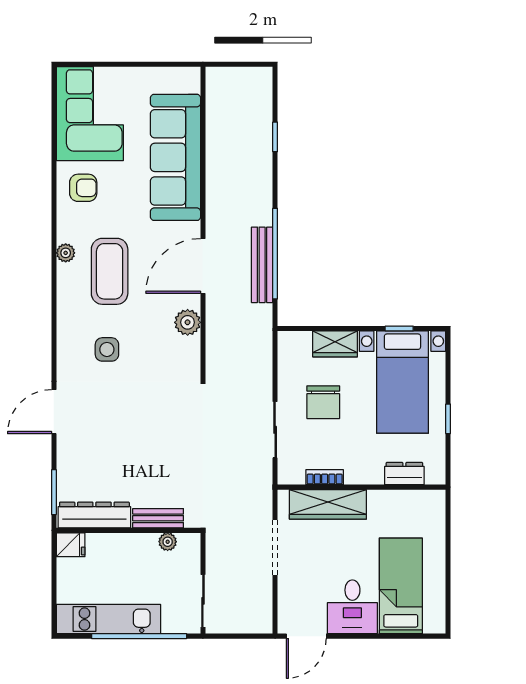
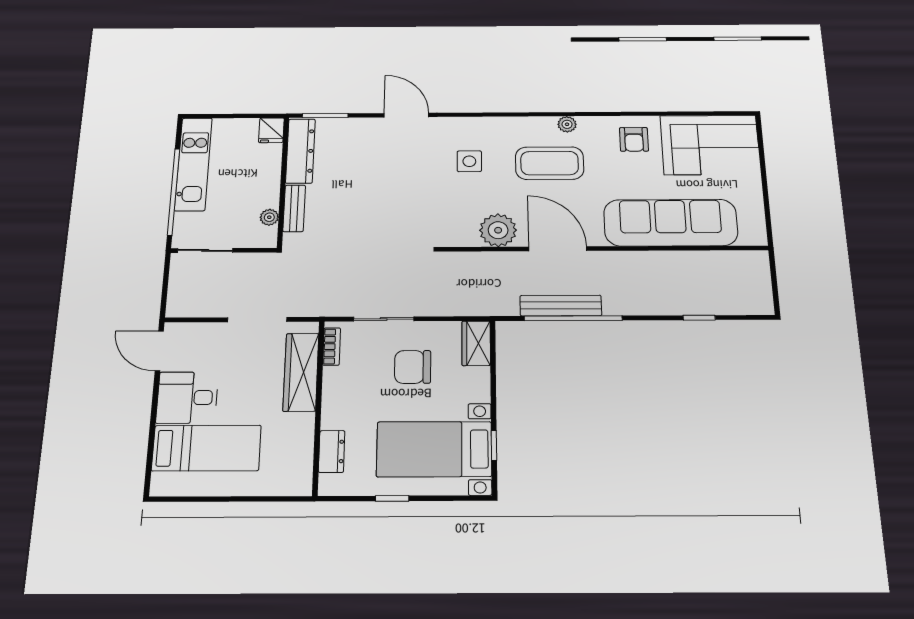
plant: (188, 322) -> (498, 230), width x1.36, depth x1.36
wardrobe: (335, 344) -> (476, 343), moved
bookcase: (325, 477) -> (332, 347), moved

